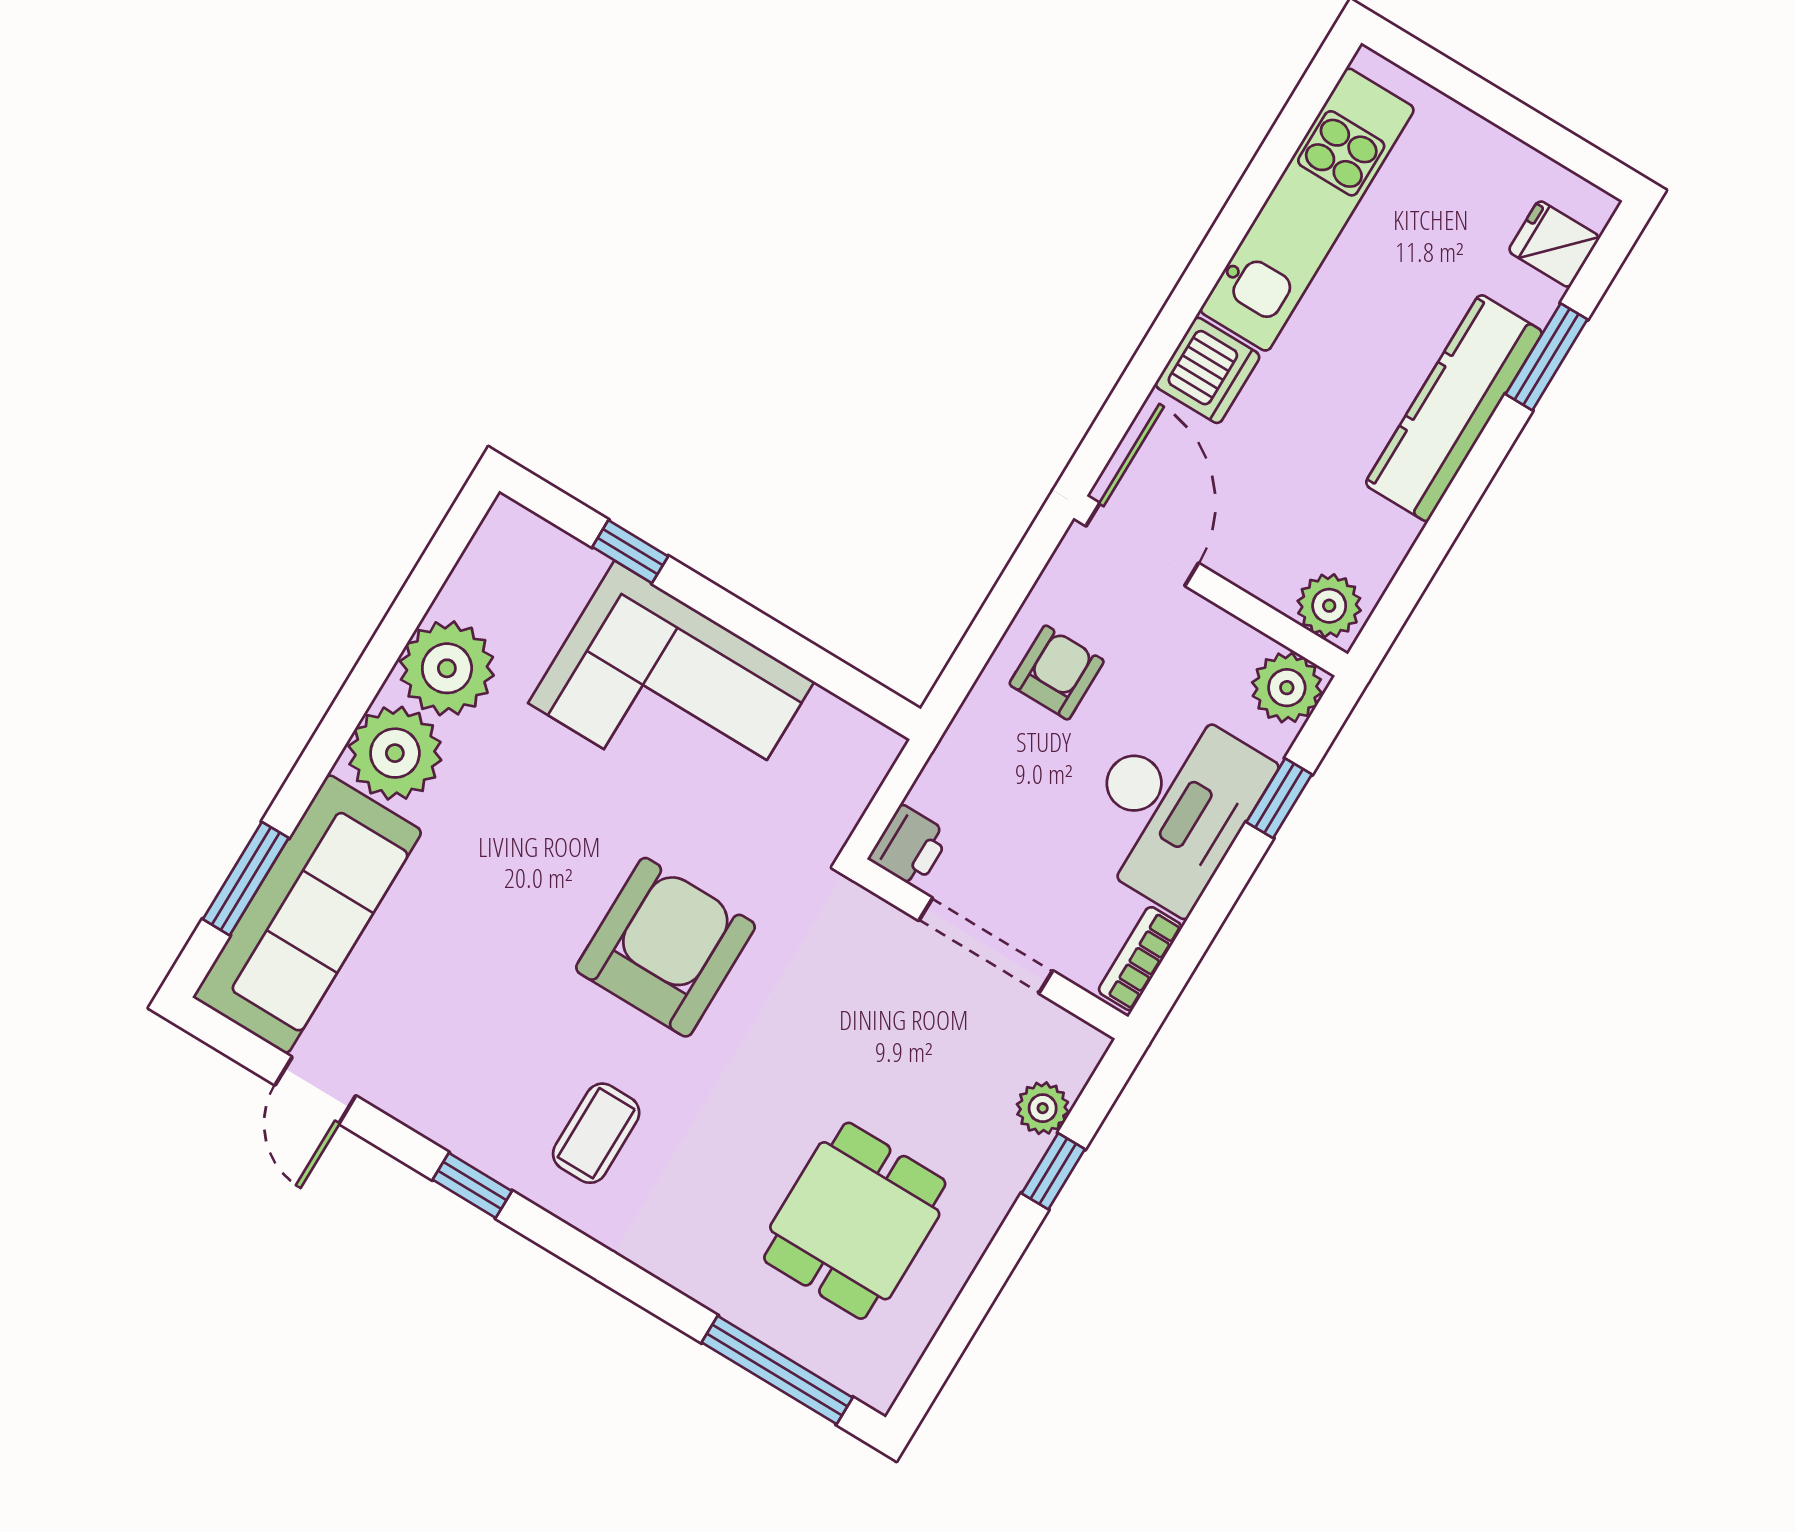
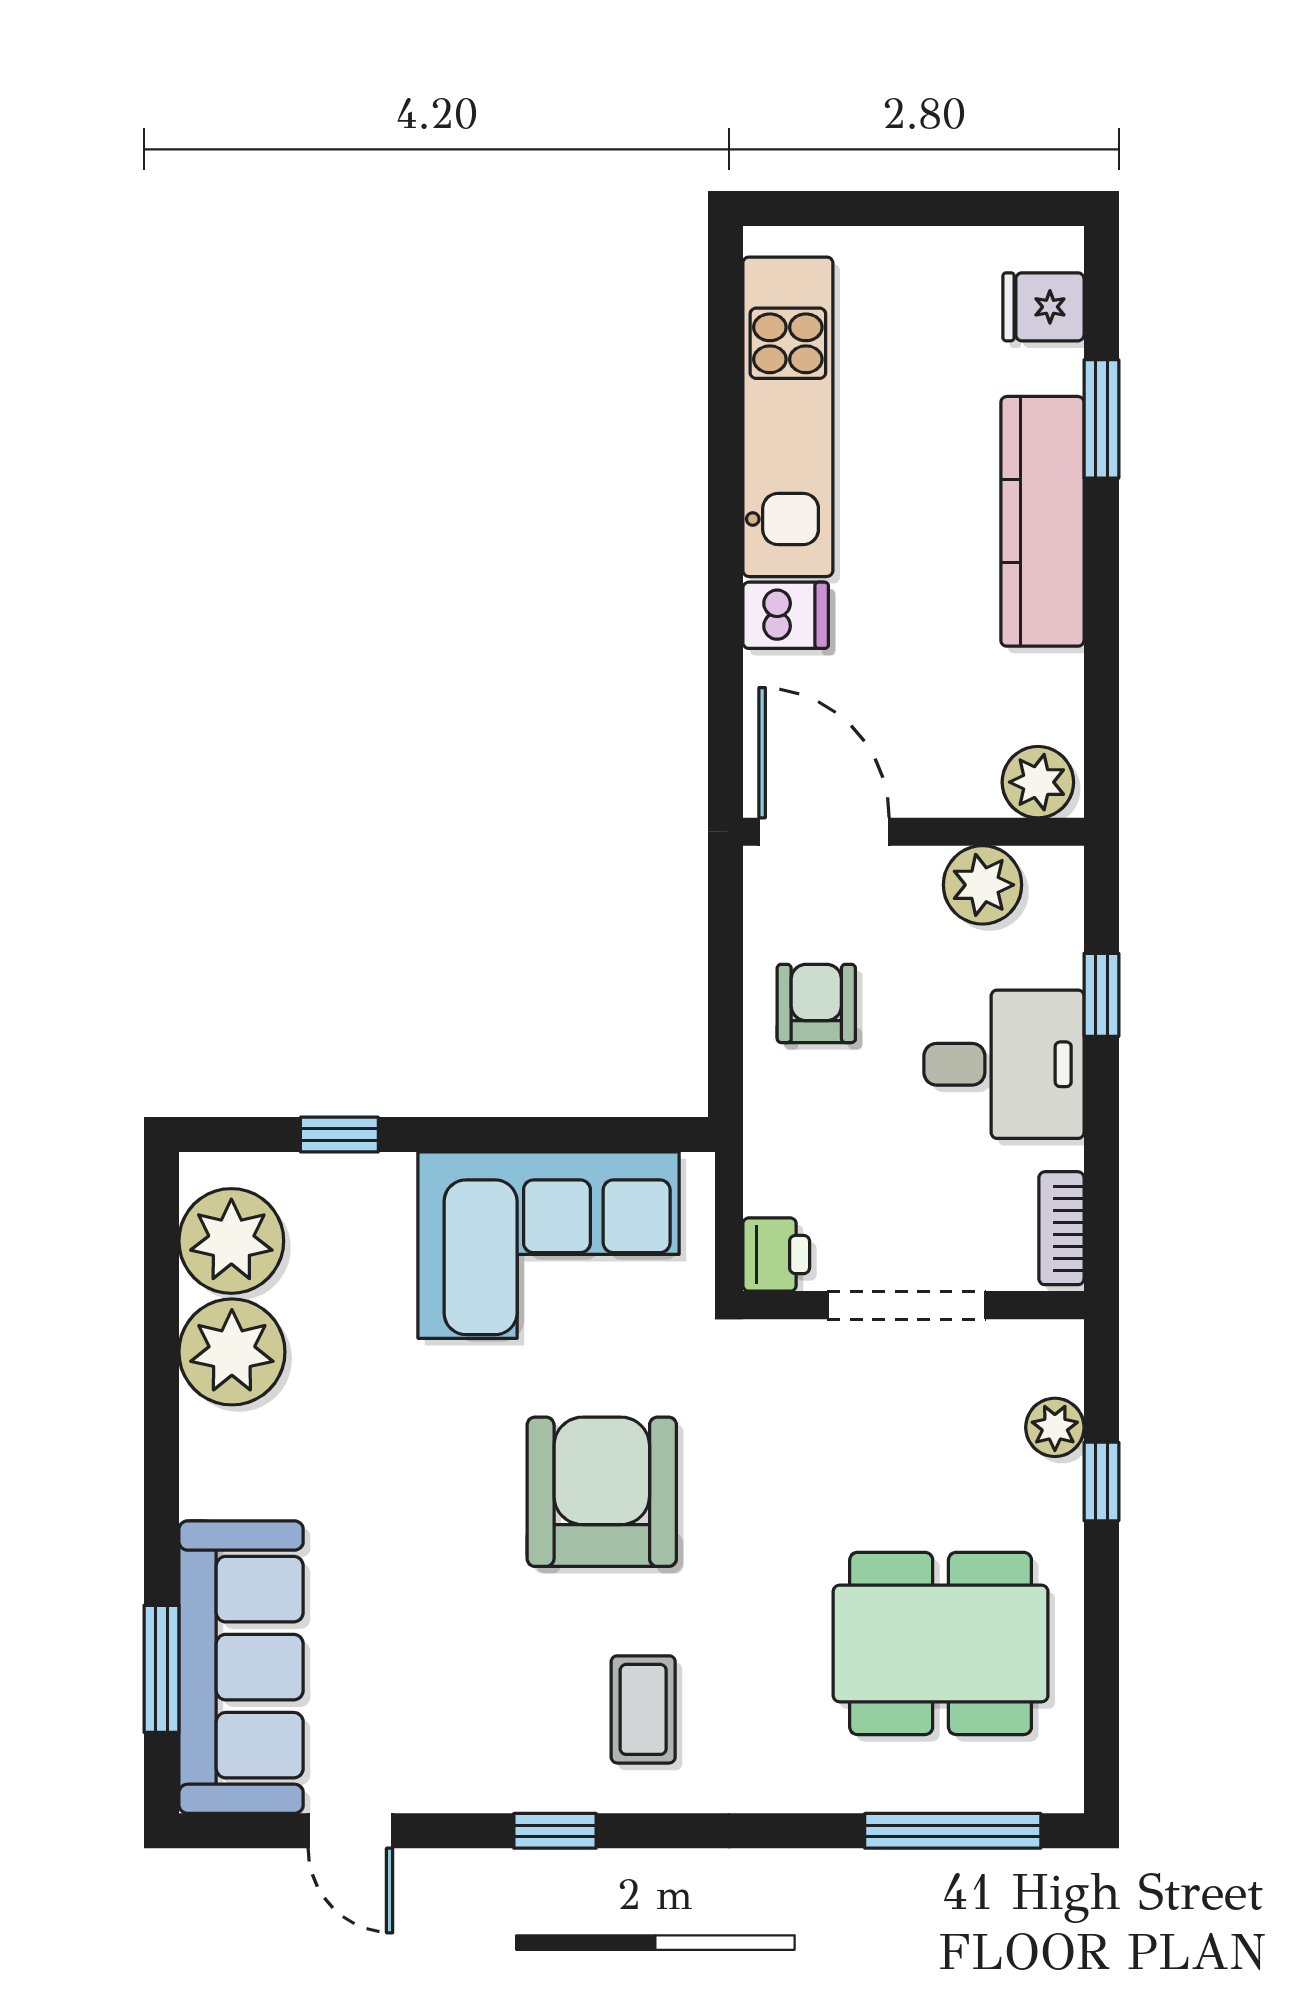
dishwasher: (1207, 370) -> (786, 615), width x0.73
plant: (1287, 688) -> (983, 885), moved
corner sofa: (671, 692) -> (548, 1245), moved
plant: (395, 753) -> (231, 1241), moved
desk: (1172, 806) -> (1004, 1064), width x0.73
dining table: (855, 1221) -> (941, 1643), width x1.38

